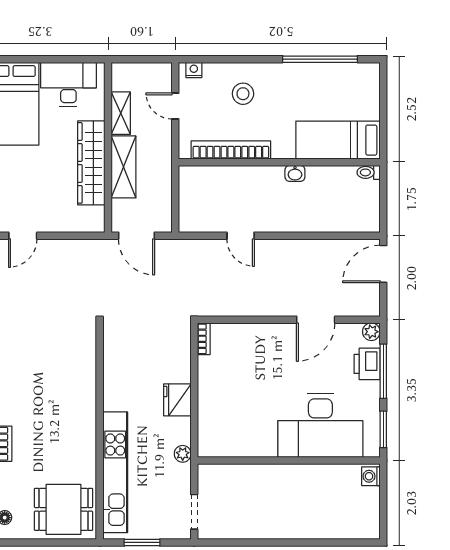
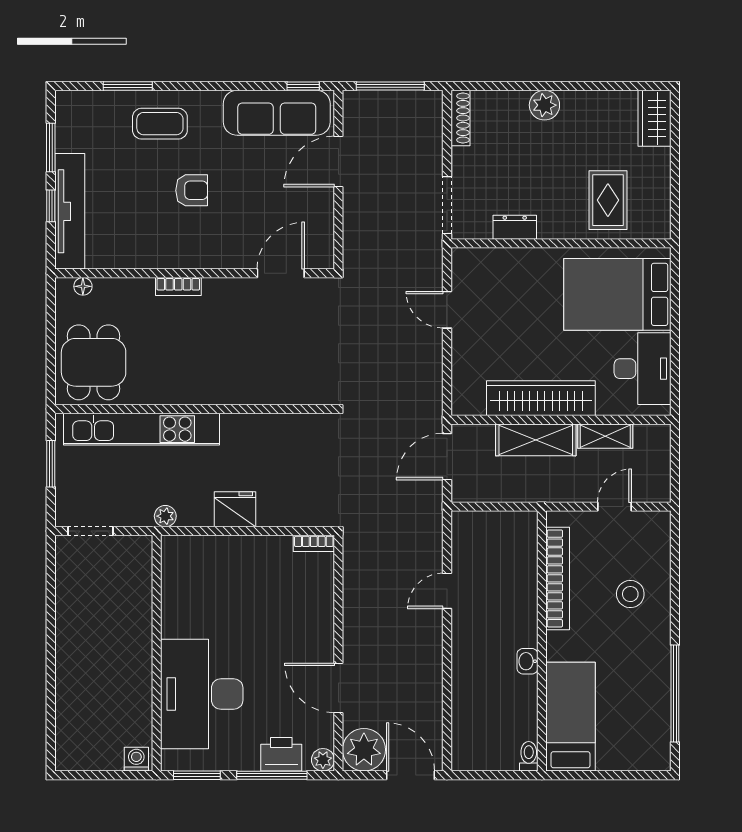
nightstand: (194, 70) -> (661, 531), removed
plant: (364, 300) -> (364, 750), added

